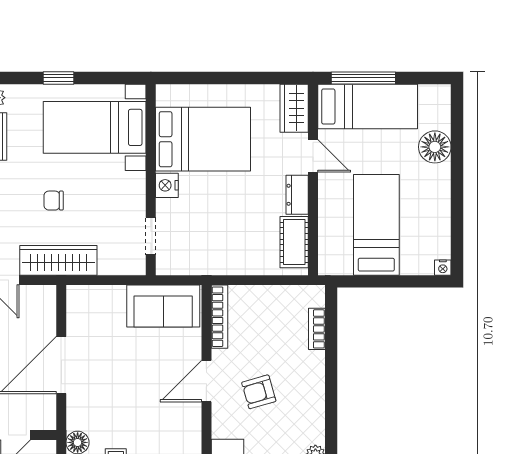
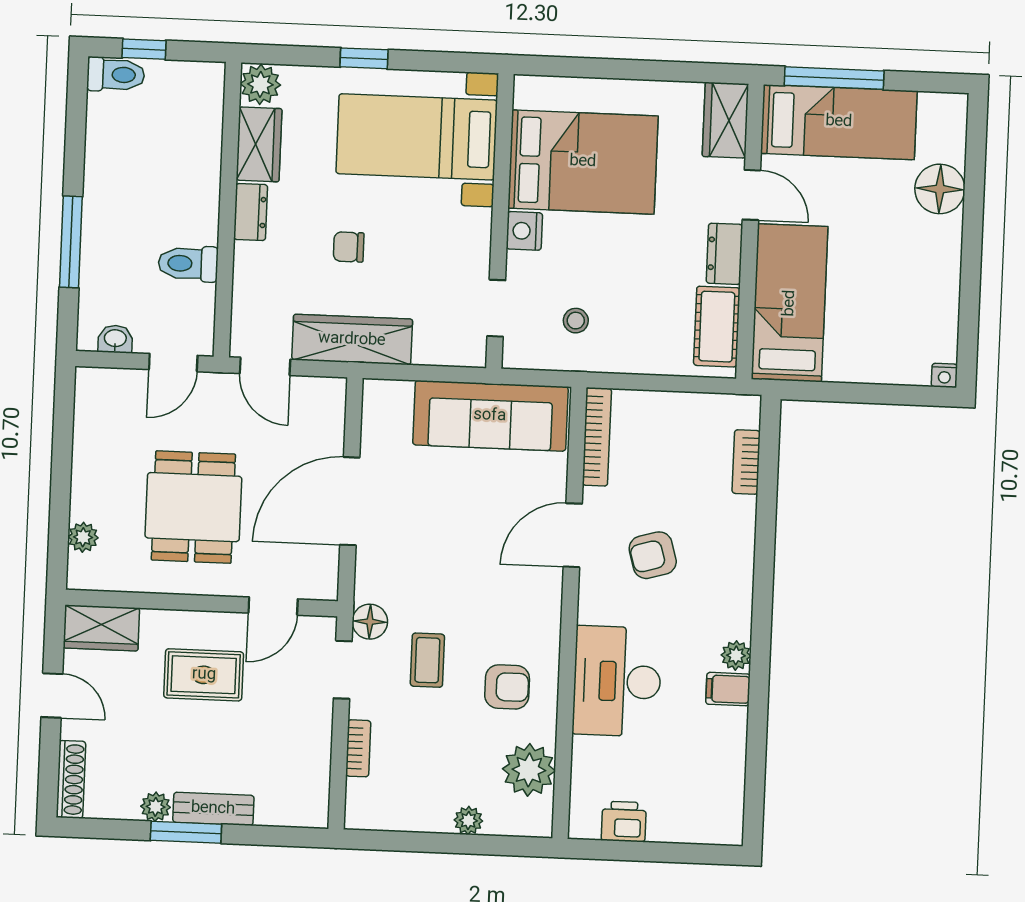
bed: (376, 225) -> (790, 303), moved
stool: (203, 242) -> (576, 321), added
sofa: (163, 306) -> (490, 416), width x1.36

